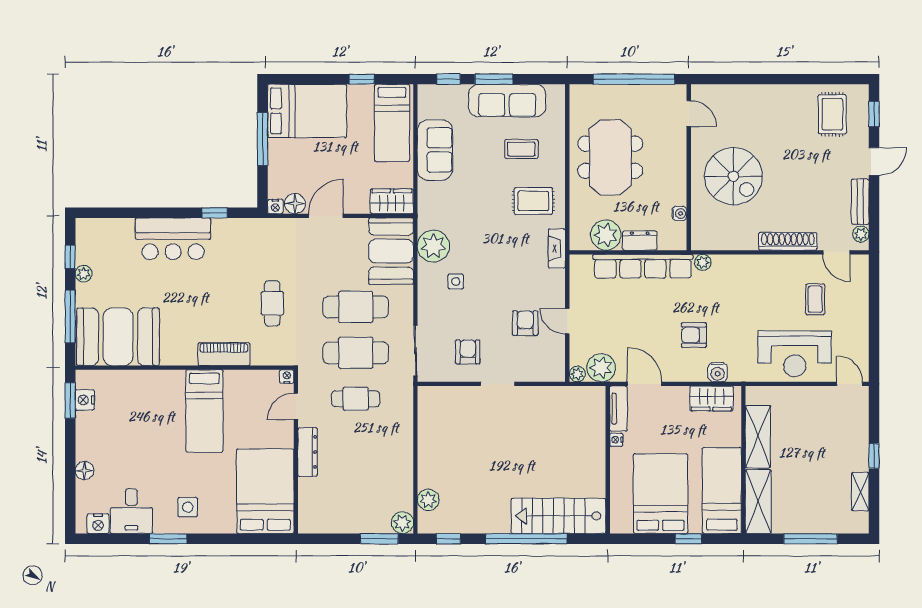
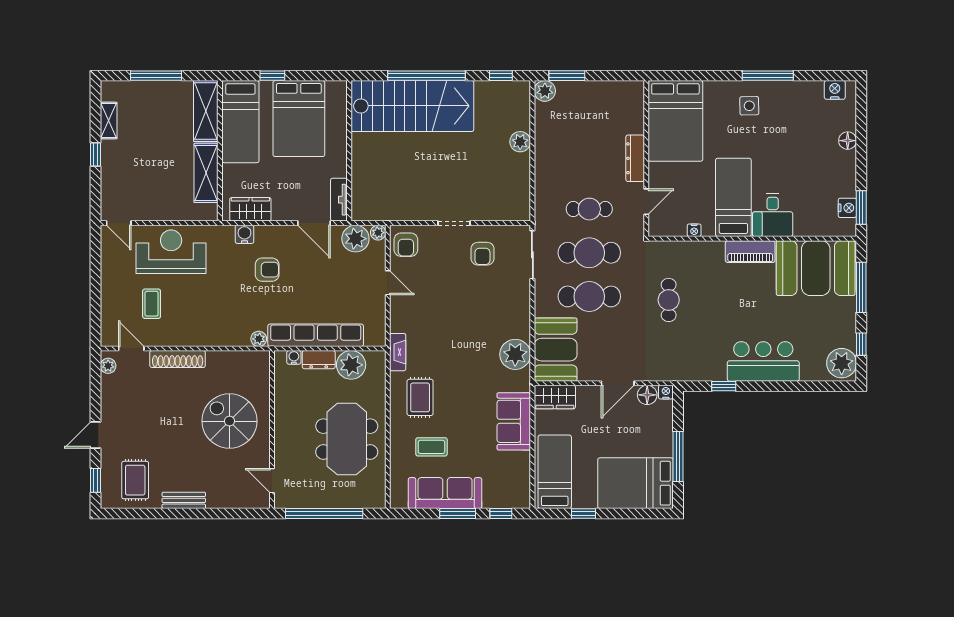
sofa: (435, 150) -> (514, 421), moved
rug: (533, 201) -> (420, 397), turned 90
bench: (860, 202) -> (184, 500), moved, turned 90
water cooler: (679, 213) -> (294, 357), moved, turned 90
plant: (84, 274) -> (842, 363), moved, width x1.87, depth x1.87
side table: (456, 282) -> (494, 321), removed
armchair: (525, 323) -> (406, 245), moved
piano: (224, 354) -> (750, 252), moved
nightstand: (287, 376) -> (694, 230), moved
nightstand: (616, 440) -> (341, 170), removed
plant: (428, 500) -> (520, 142), moved
desk: (131, 511) -> (773, 215), moved, turned 180
stairs: (559, 516) -> (412, 106), width x1.36, depth x1.51
window: (168, 539) -> (768, 76), width x1.44

